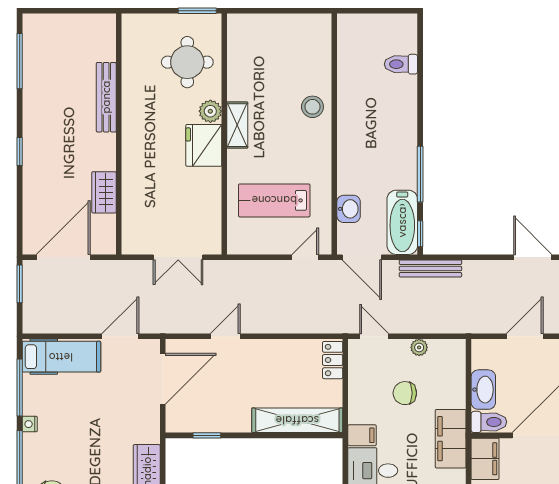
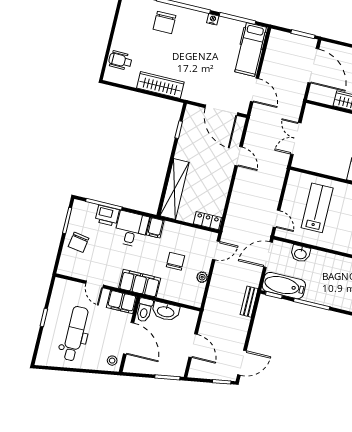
bench: (430, 268) -> (249, 302), width x0.73

